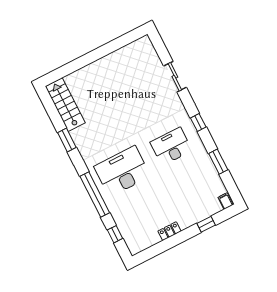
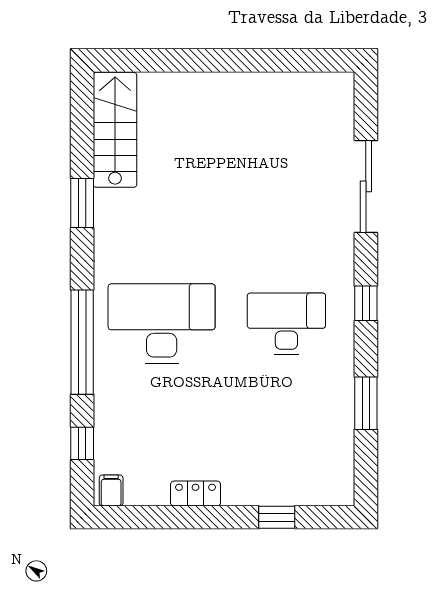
sliding door: (175, 77) -> (366, 186), width x1.37
filing cabinet: (226, 201) -> (111, 490), moved

